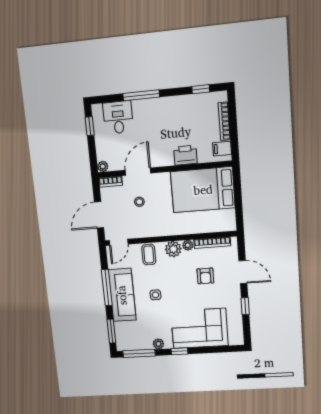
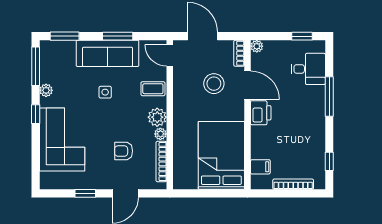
filing cabinet: (222, 149) -> (260, 167), moved, turned 90
printer: (185, 155) -> (261, 113), moved
stool: (139, 202) -> (214, 84), width x1.89, depth x1.89
window: (107, 288) -> (118, 36), width x0.69

